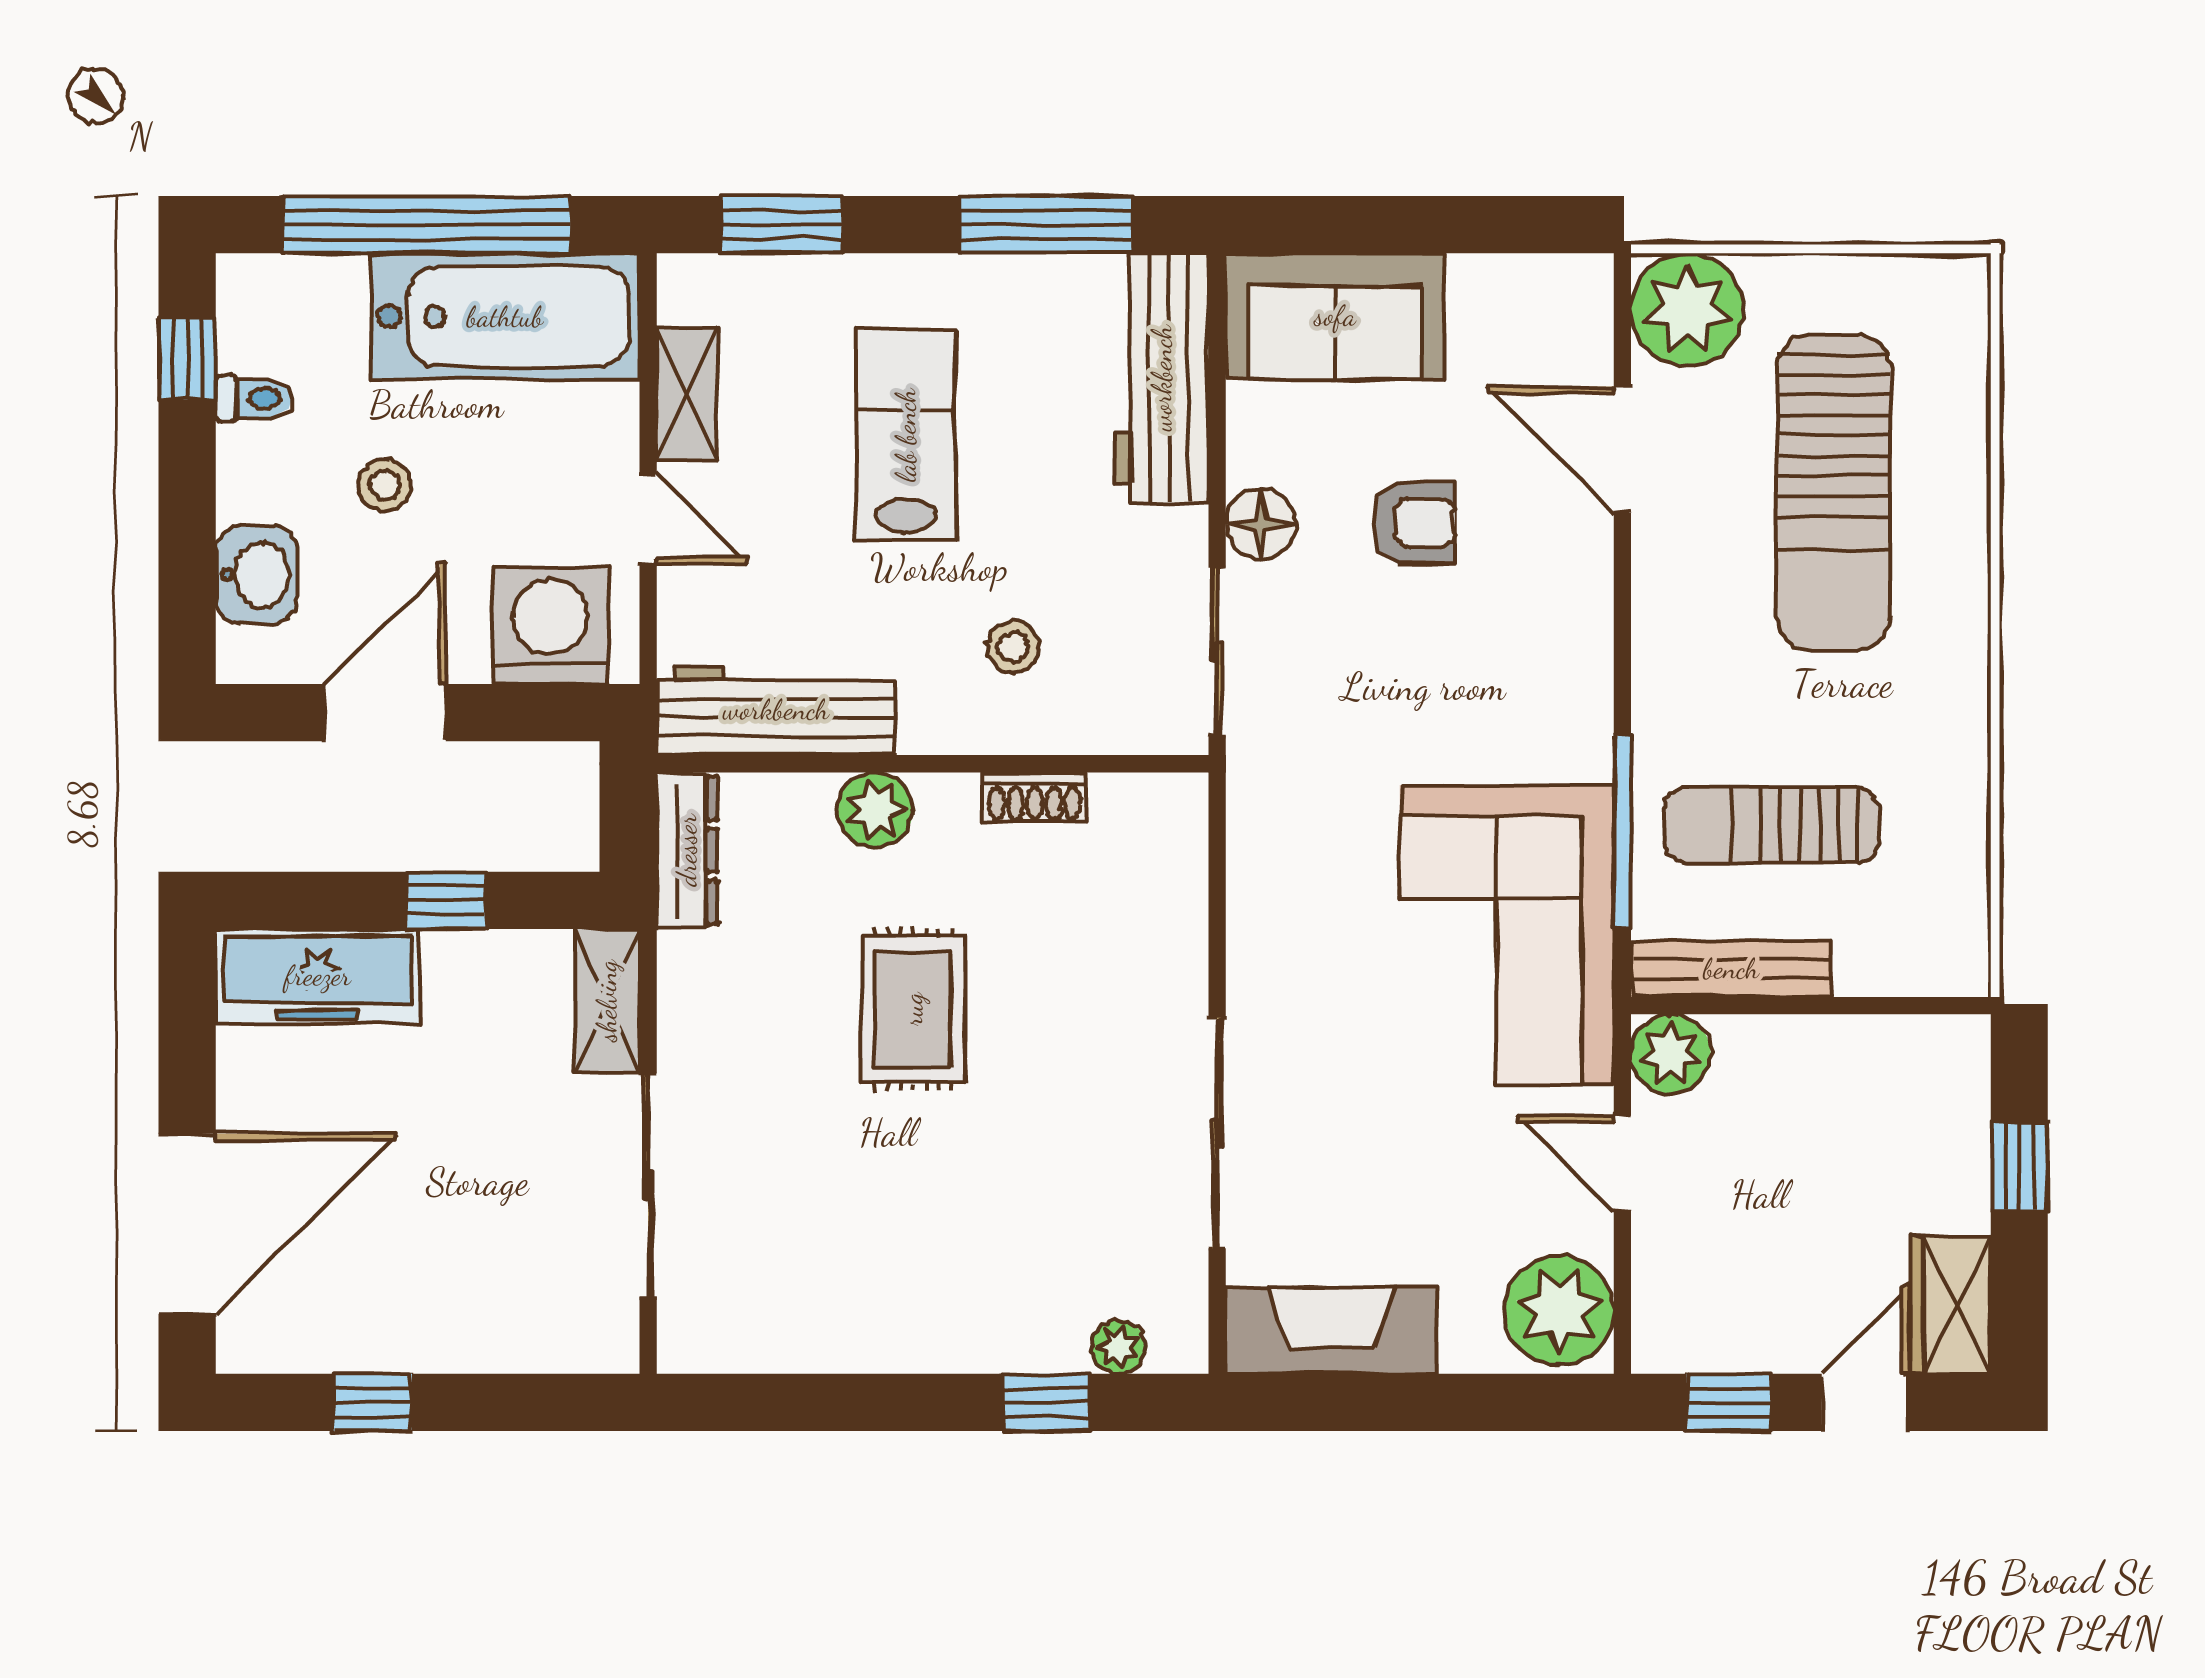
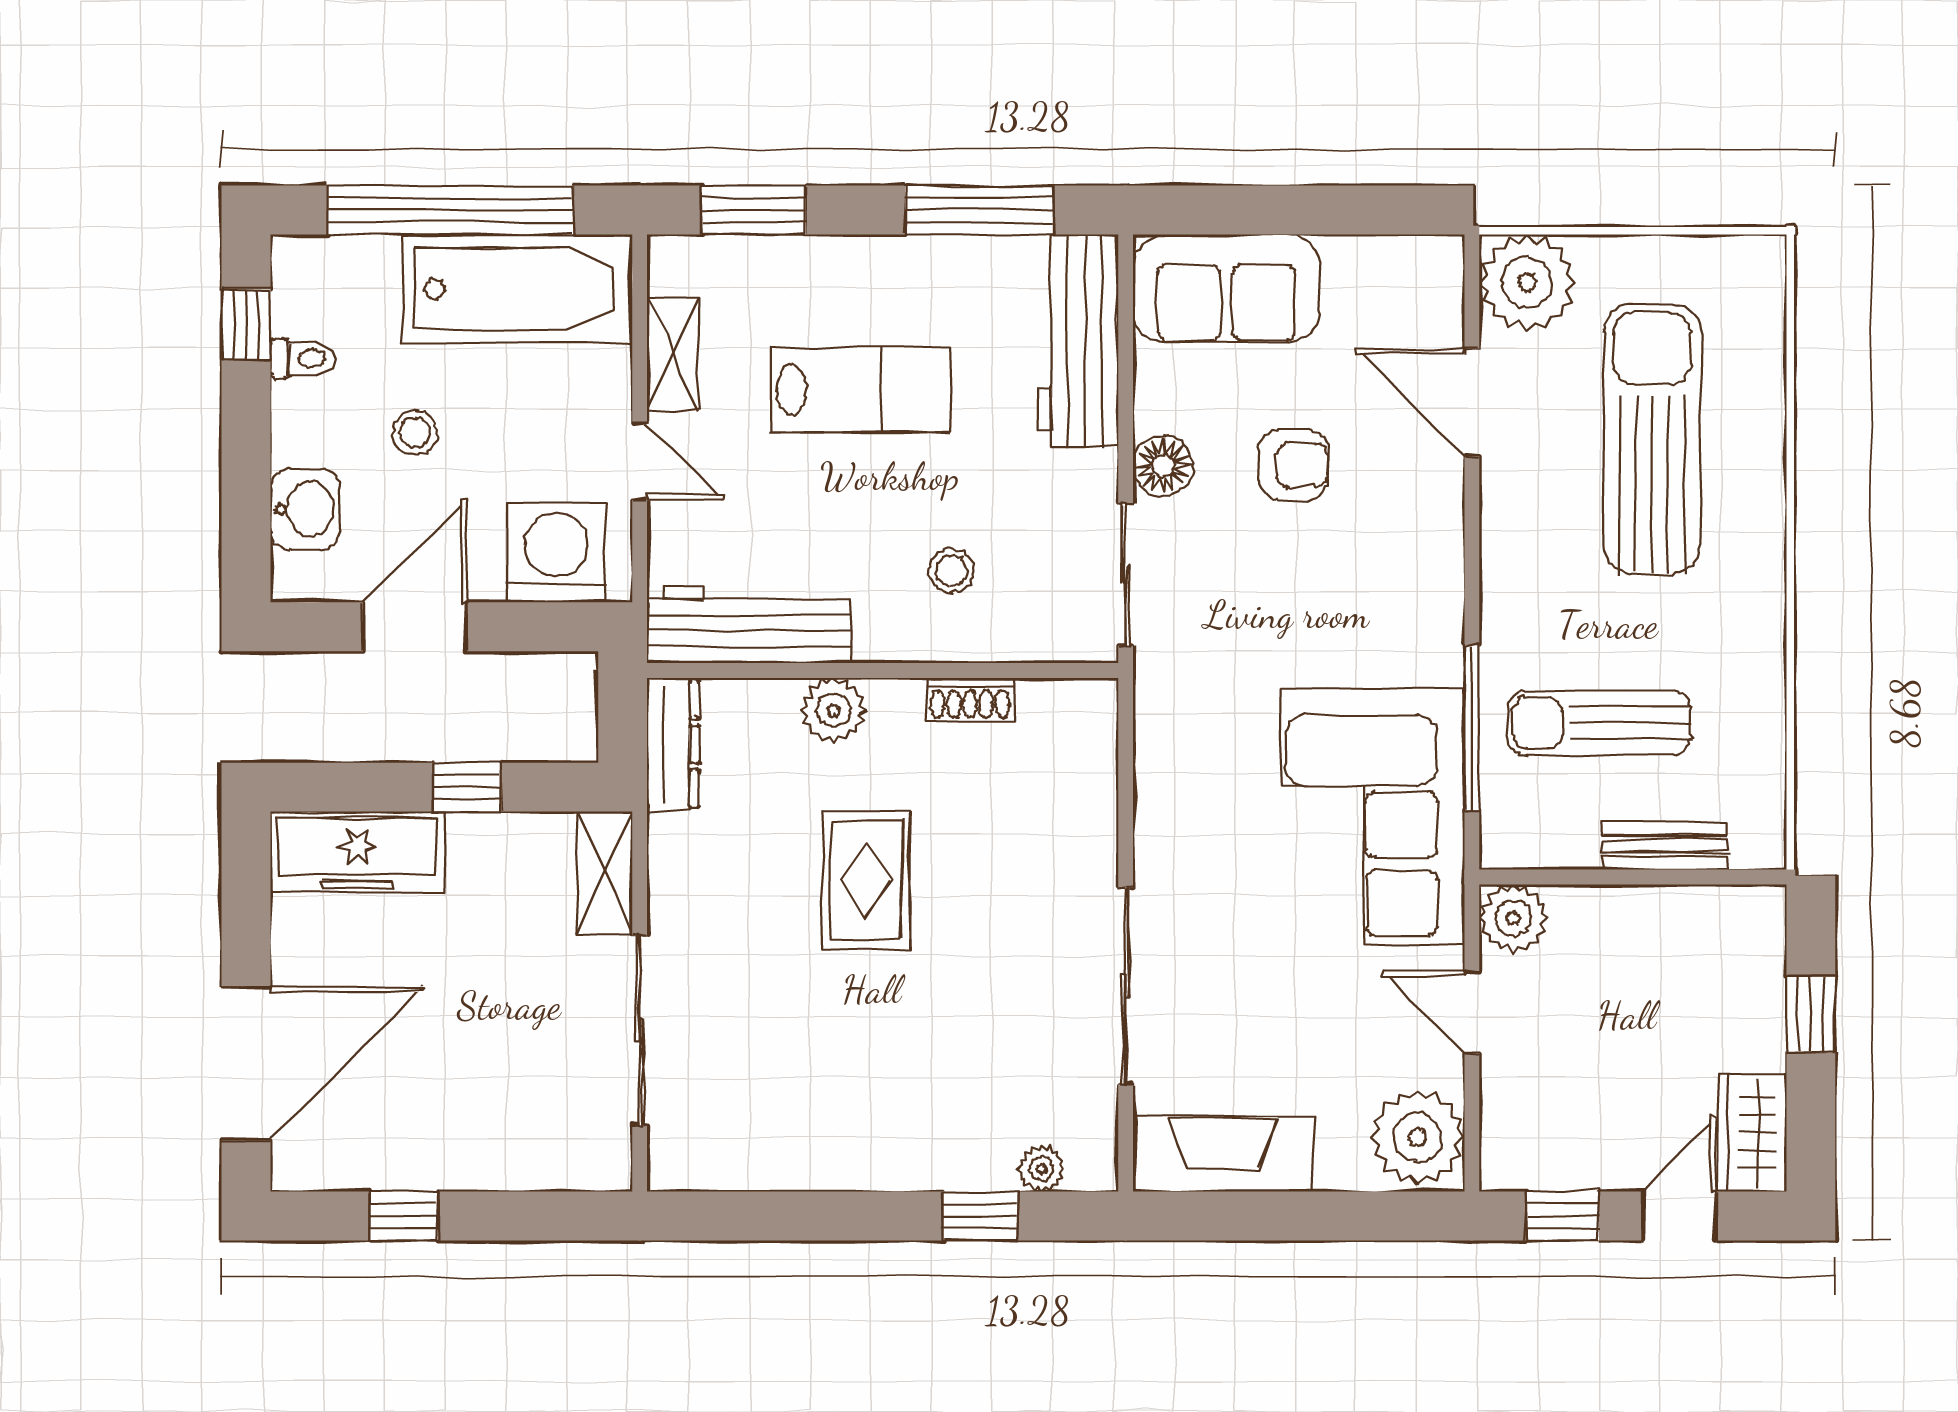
lab bench: (906, 435) -> (860, 390), turned 90
sun lounger: (1833, 492) -> (1652, 439), turned 180
bench: (1731, 969) -> (1665, 846), moved, width x0.73

